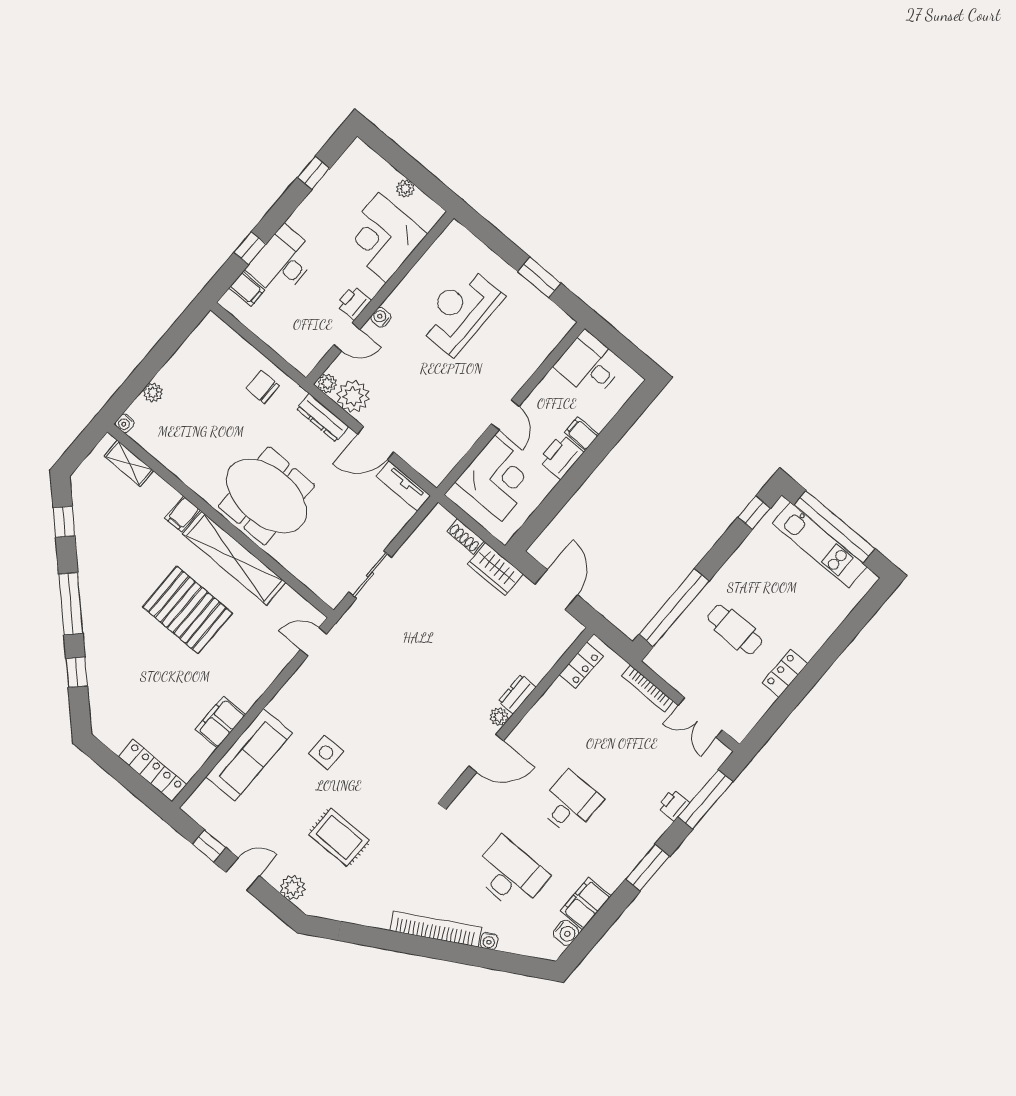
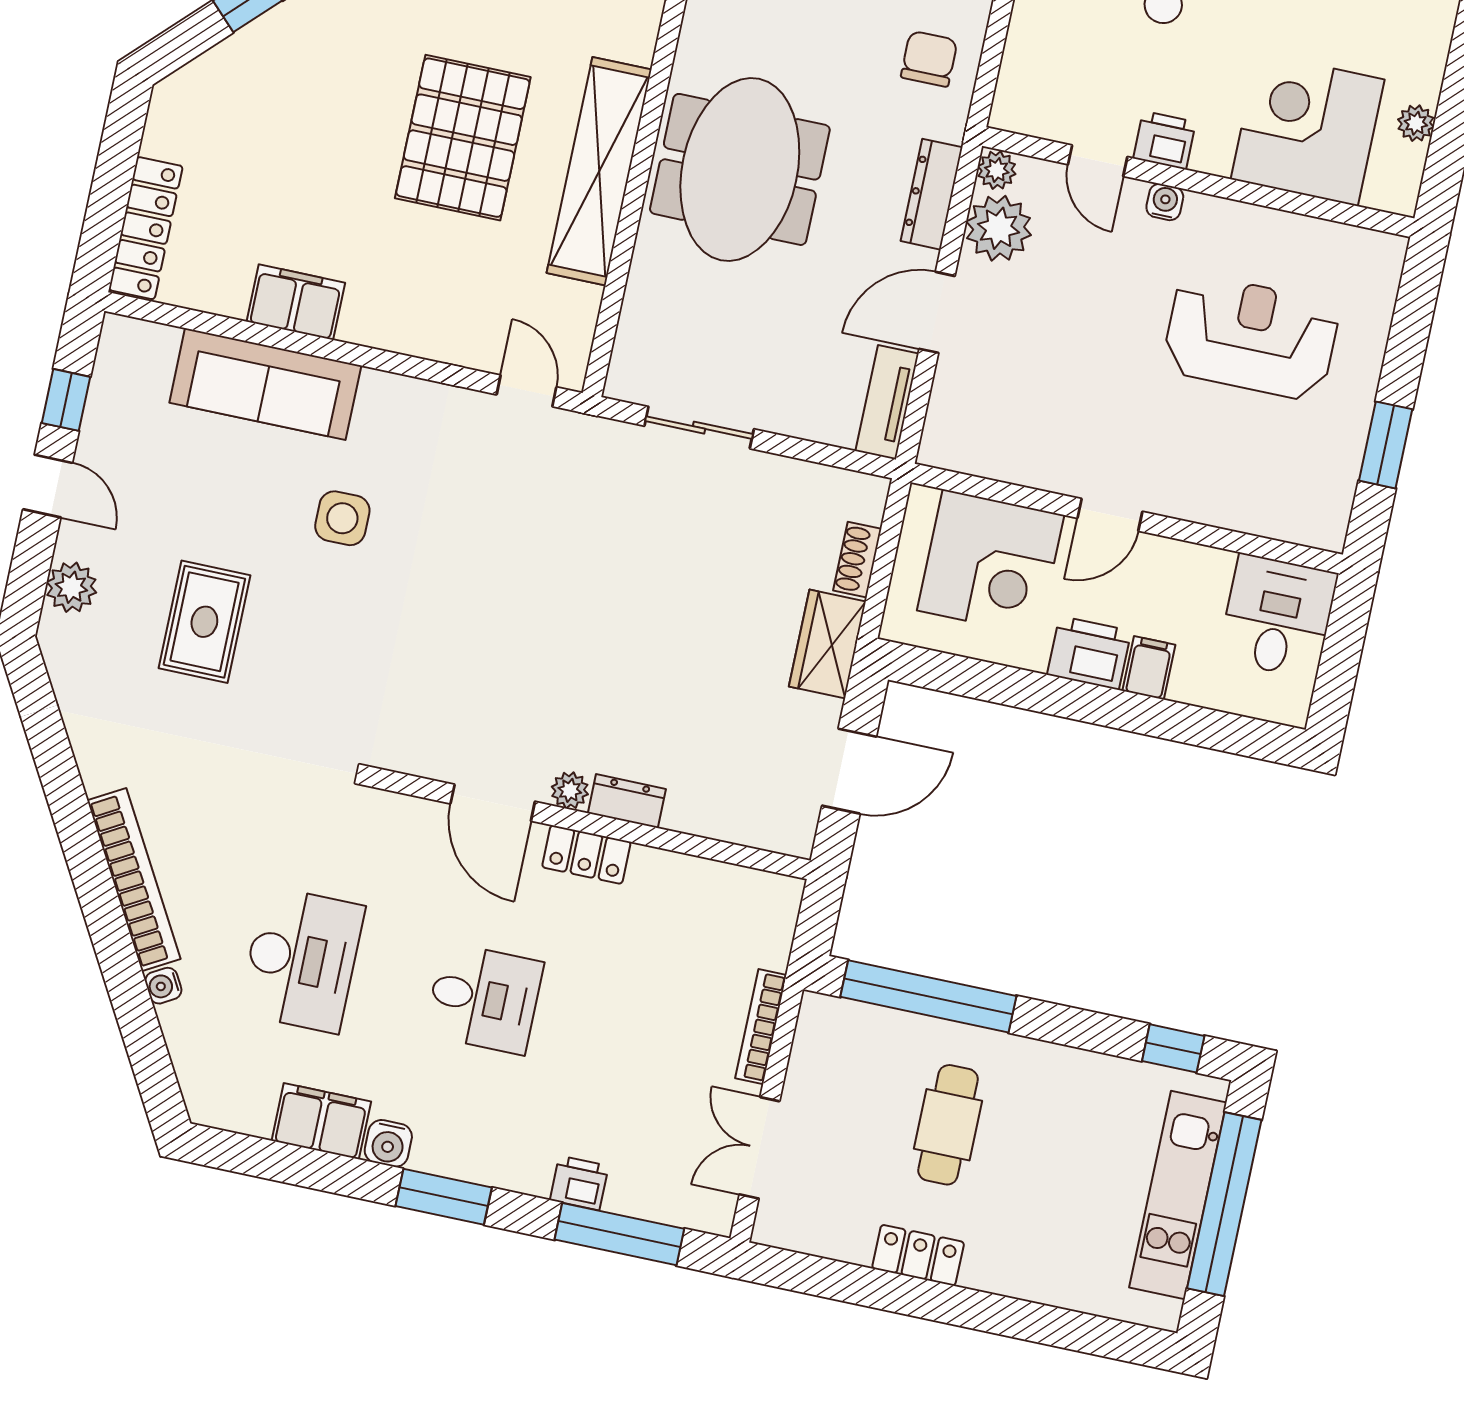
door: (376, 443) -> (937, 312), hinge flipped
filing cabinet: (183, 514) -> (628, 38), removed
locker: (581, 665) -> (586, 854), moved
water cooler: (566, 933) -> (388, 1143), moved

